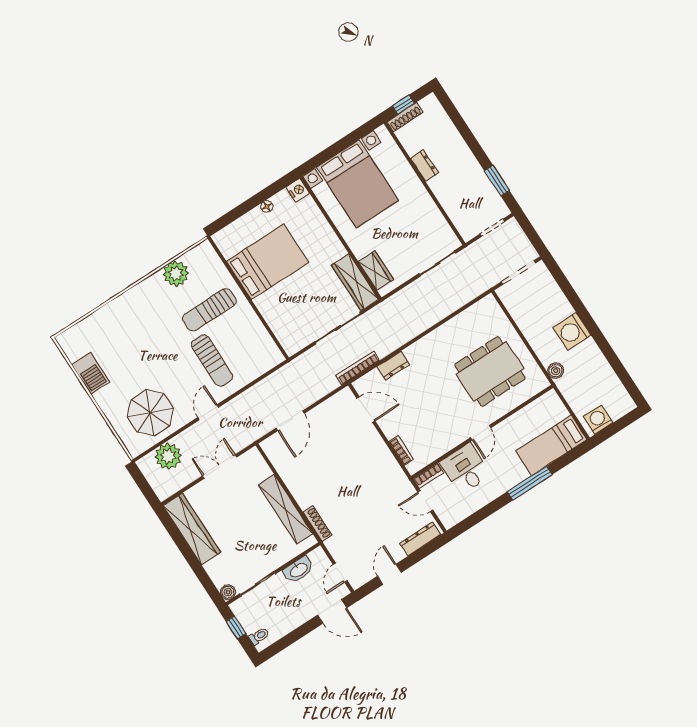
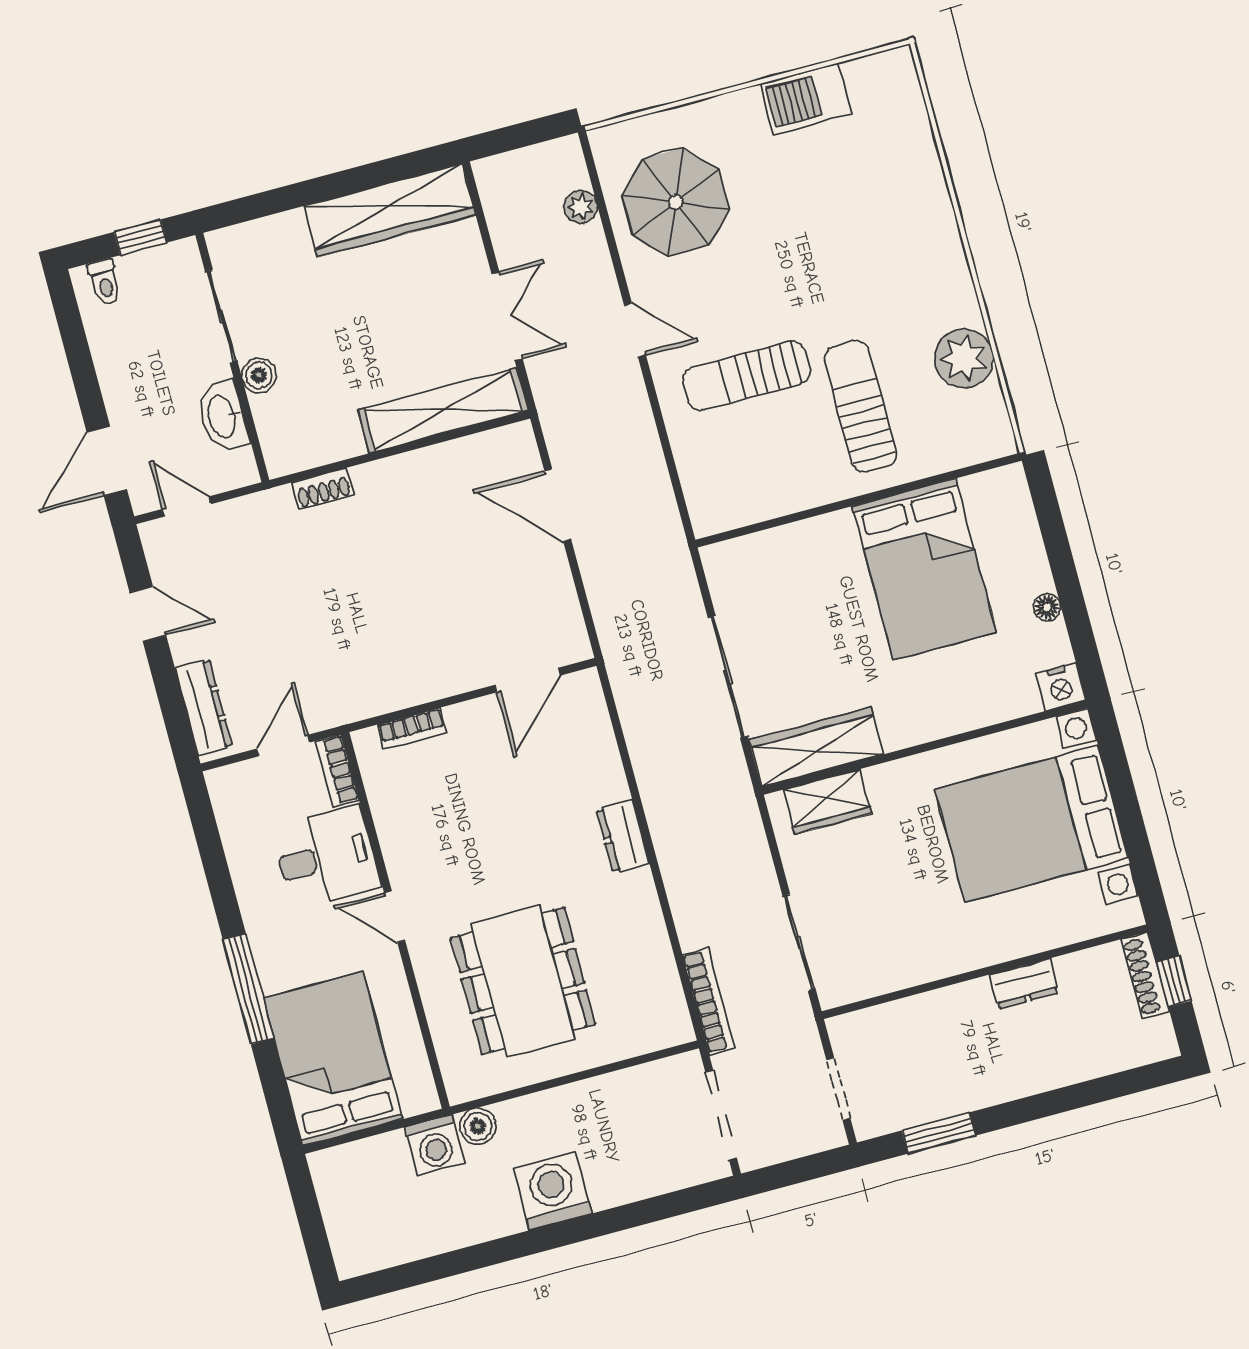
dresser: (393, 366) -> (623, 836), moved
bookcase: (358, 368) -> (708, 1001), moved
washing machine: (598, 420) -> (435, 1145), moved, turned 90
bed: (551, 445) -> (333, 1059), width x1.50
plant: (168, 456) -> (581, 207), width x0.53, depth x0.53
shelving: (285, 509) -> (443, 410), moved
shoe rack: (318, 524) -> (323, 488), width x0.70
boiler: (228, 592) -> (259, 375), moved

